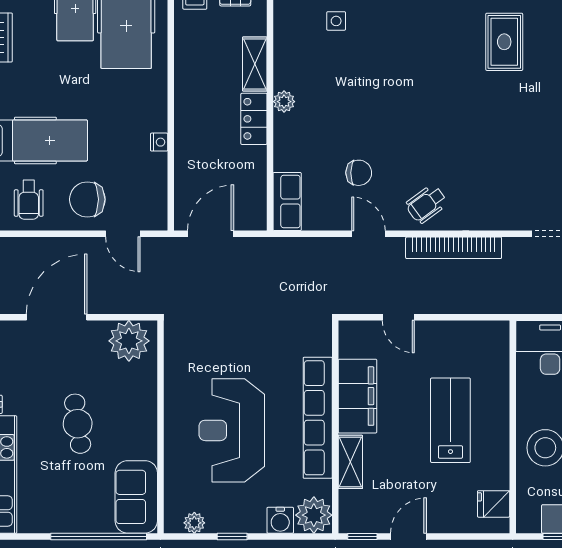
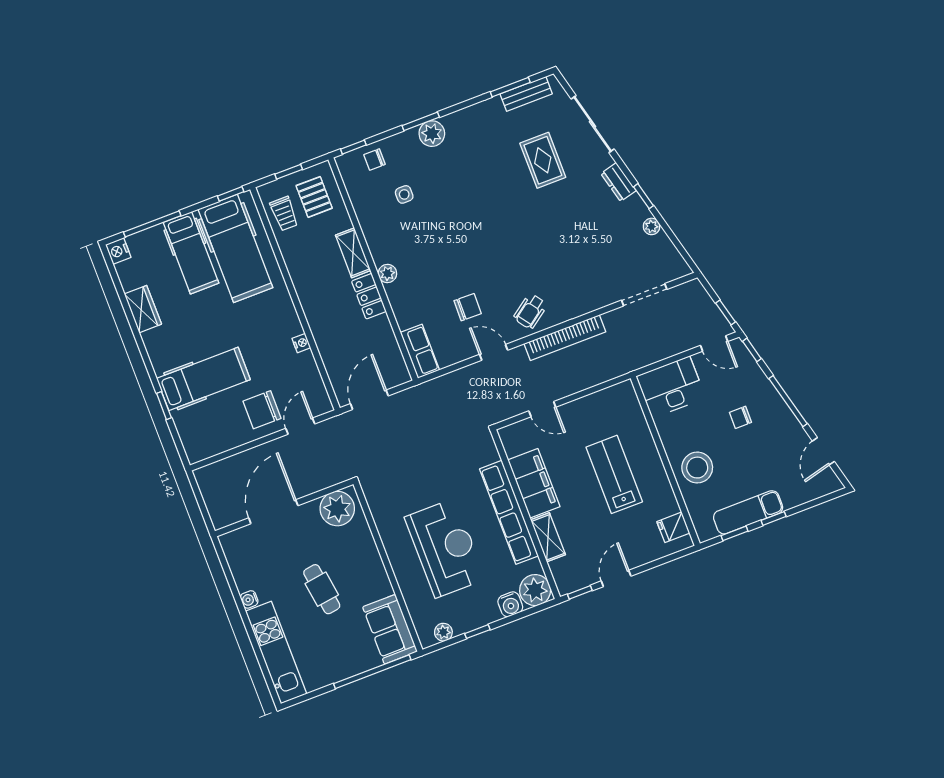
wheelchair: (29, 200) -> (216, 428), removed
door: (123, 234) -> (300, 426), swing flipped
reception desk: (232, 430) -> (445, 548), turned 180

